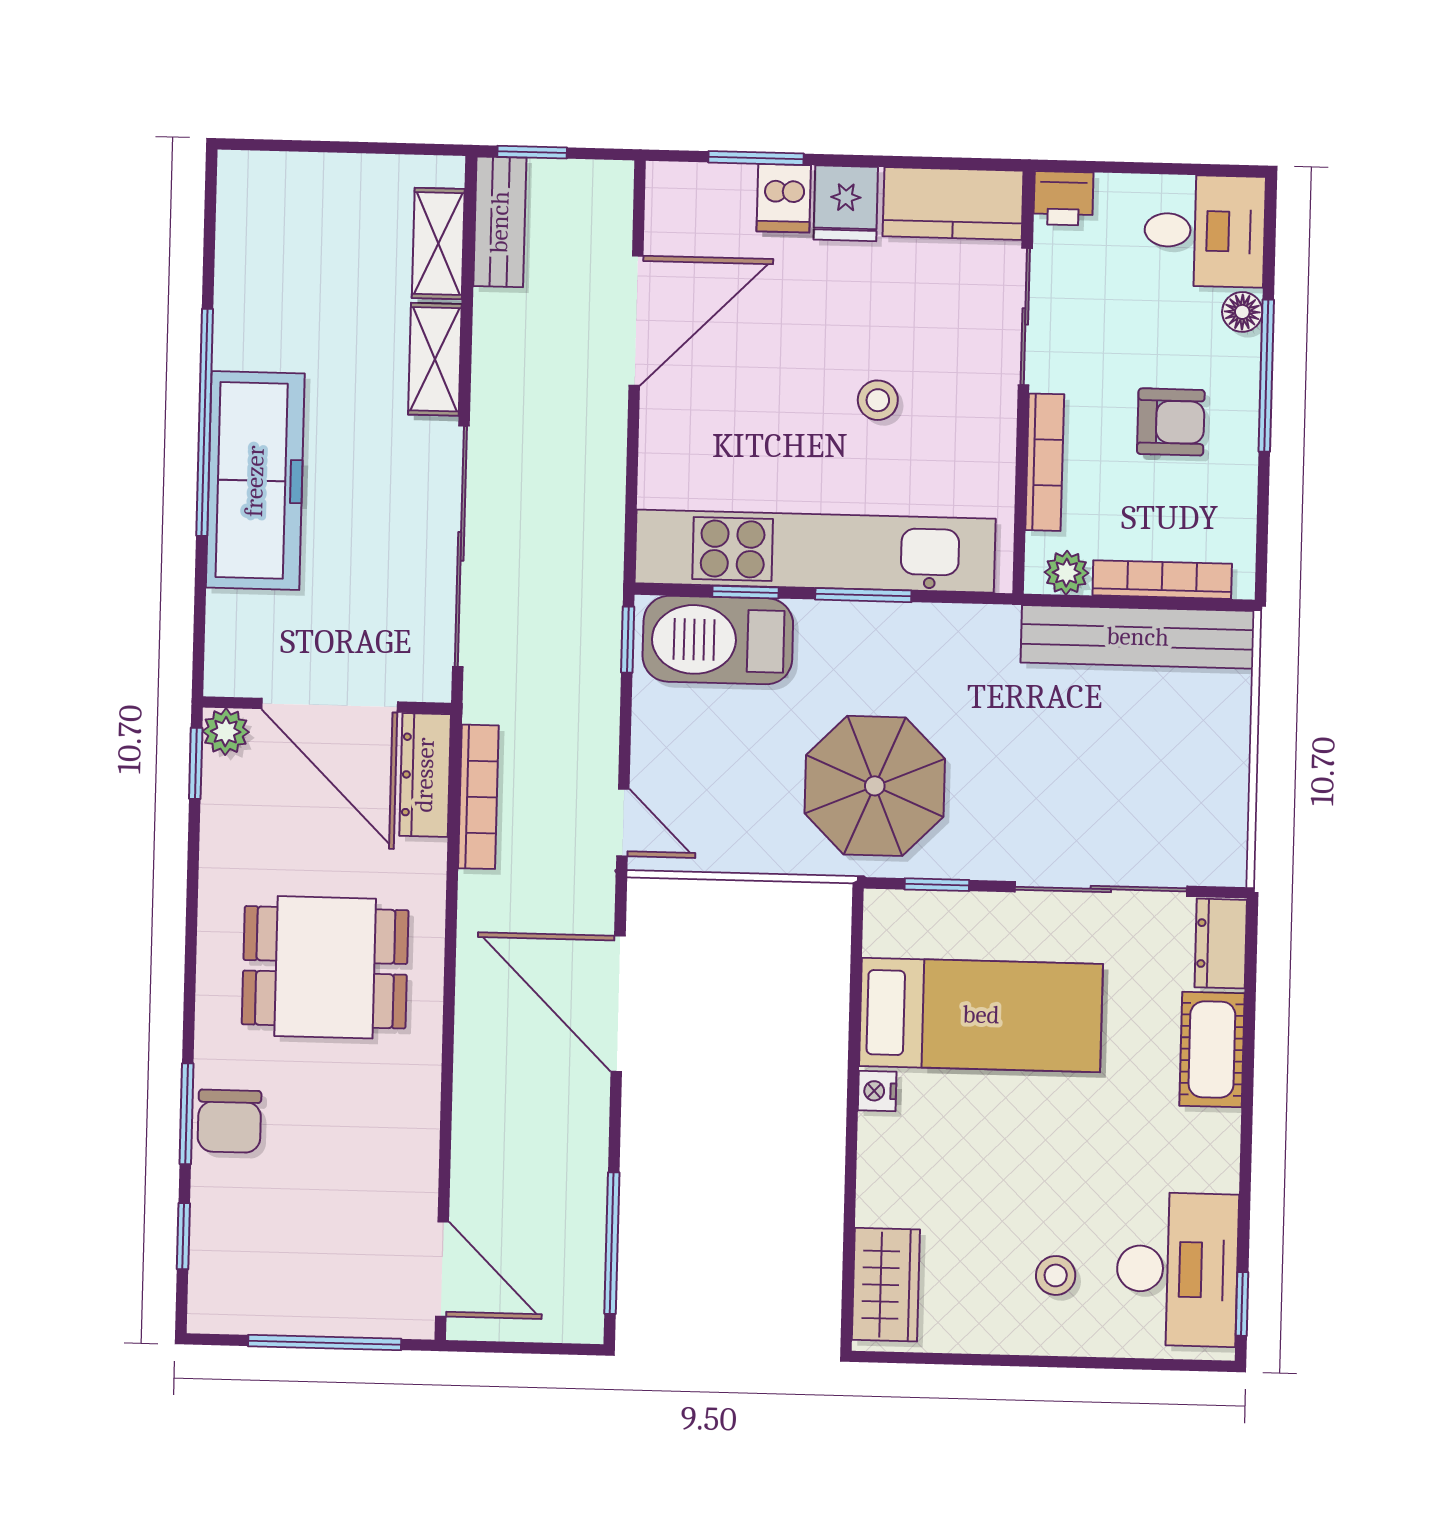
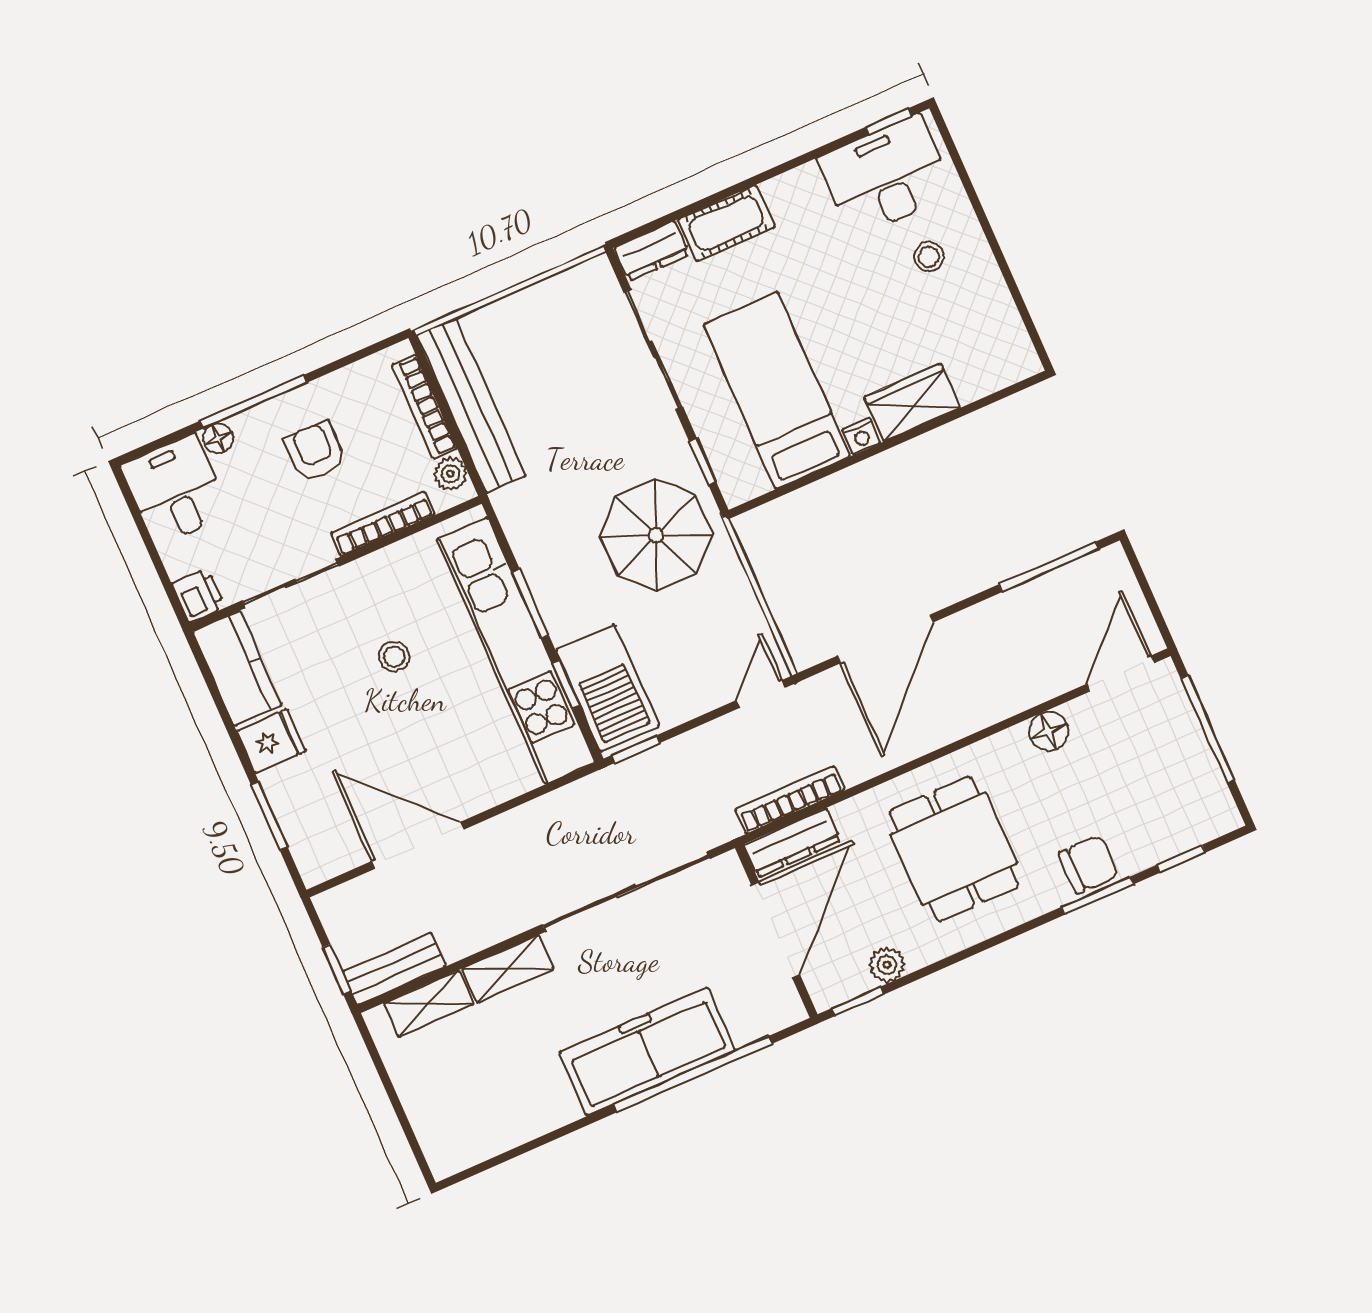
dishwasher: (784, 198) -> (288, 784), removed
window: (205, 422) -> (692, 1074), moved
plant: (226, 732) -> (887, 965), moved
floor lamp: (413, 1149) -> (1049, 731), added
wardrobe: (886, 1285) -> (912, 402), moved

